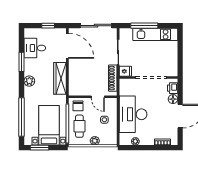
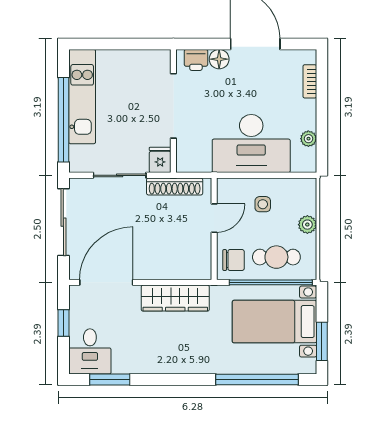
window: (144, 26) -> (63, 120), width x1.46
desk: (35, 48) -> (90, 351), moved
window: (22, 62) -> (110, 379), moved
plant: (29, 81) -> (181, 363), removed

